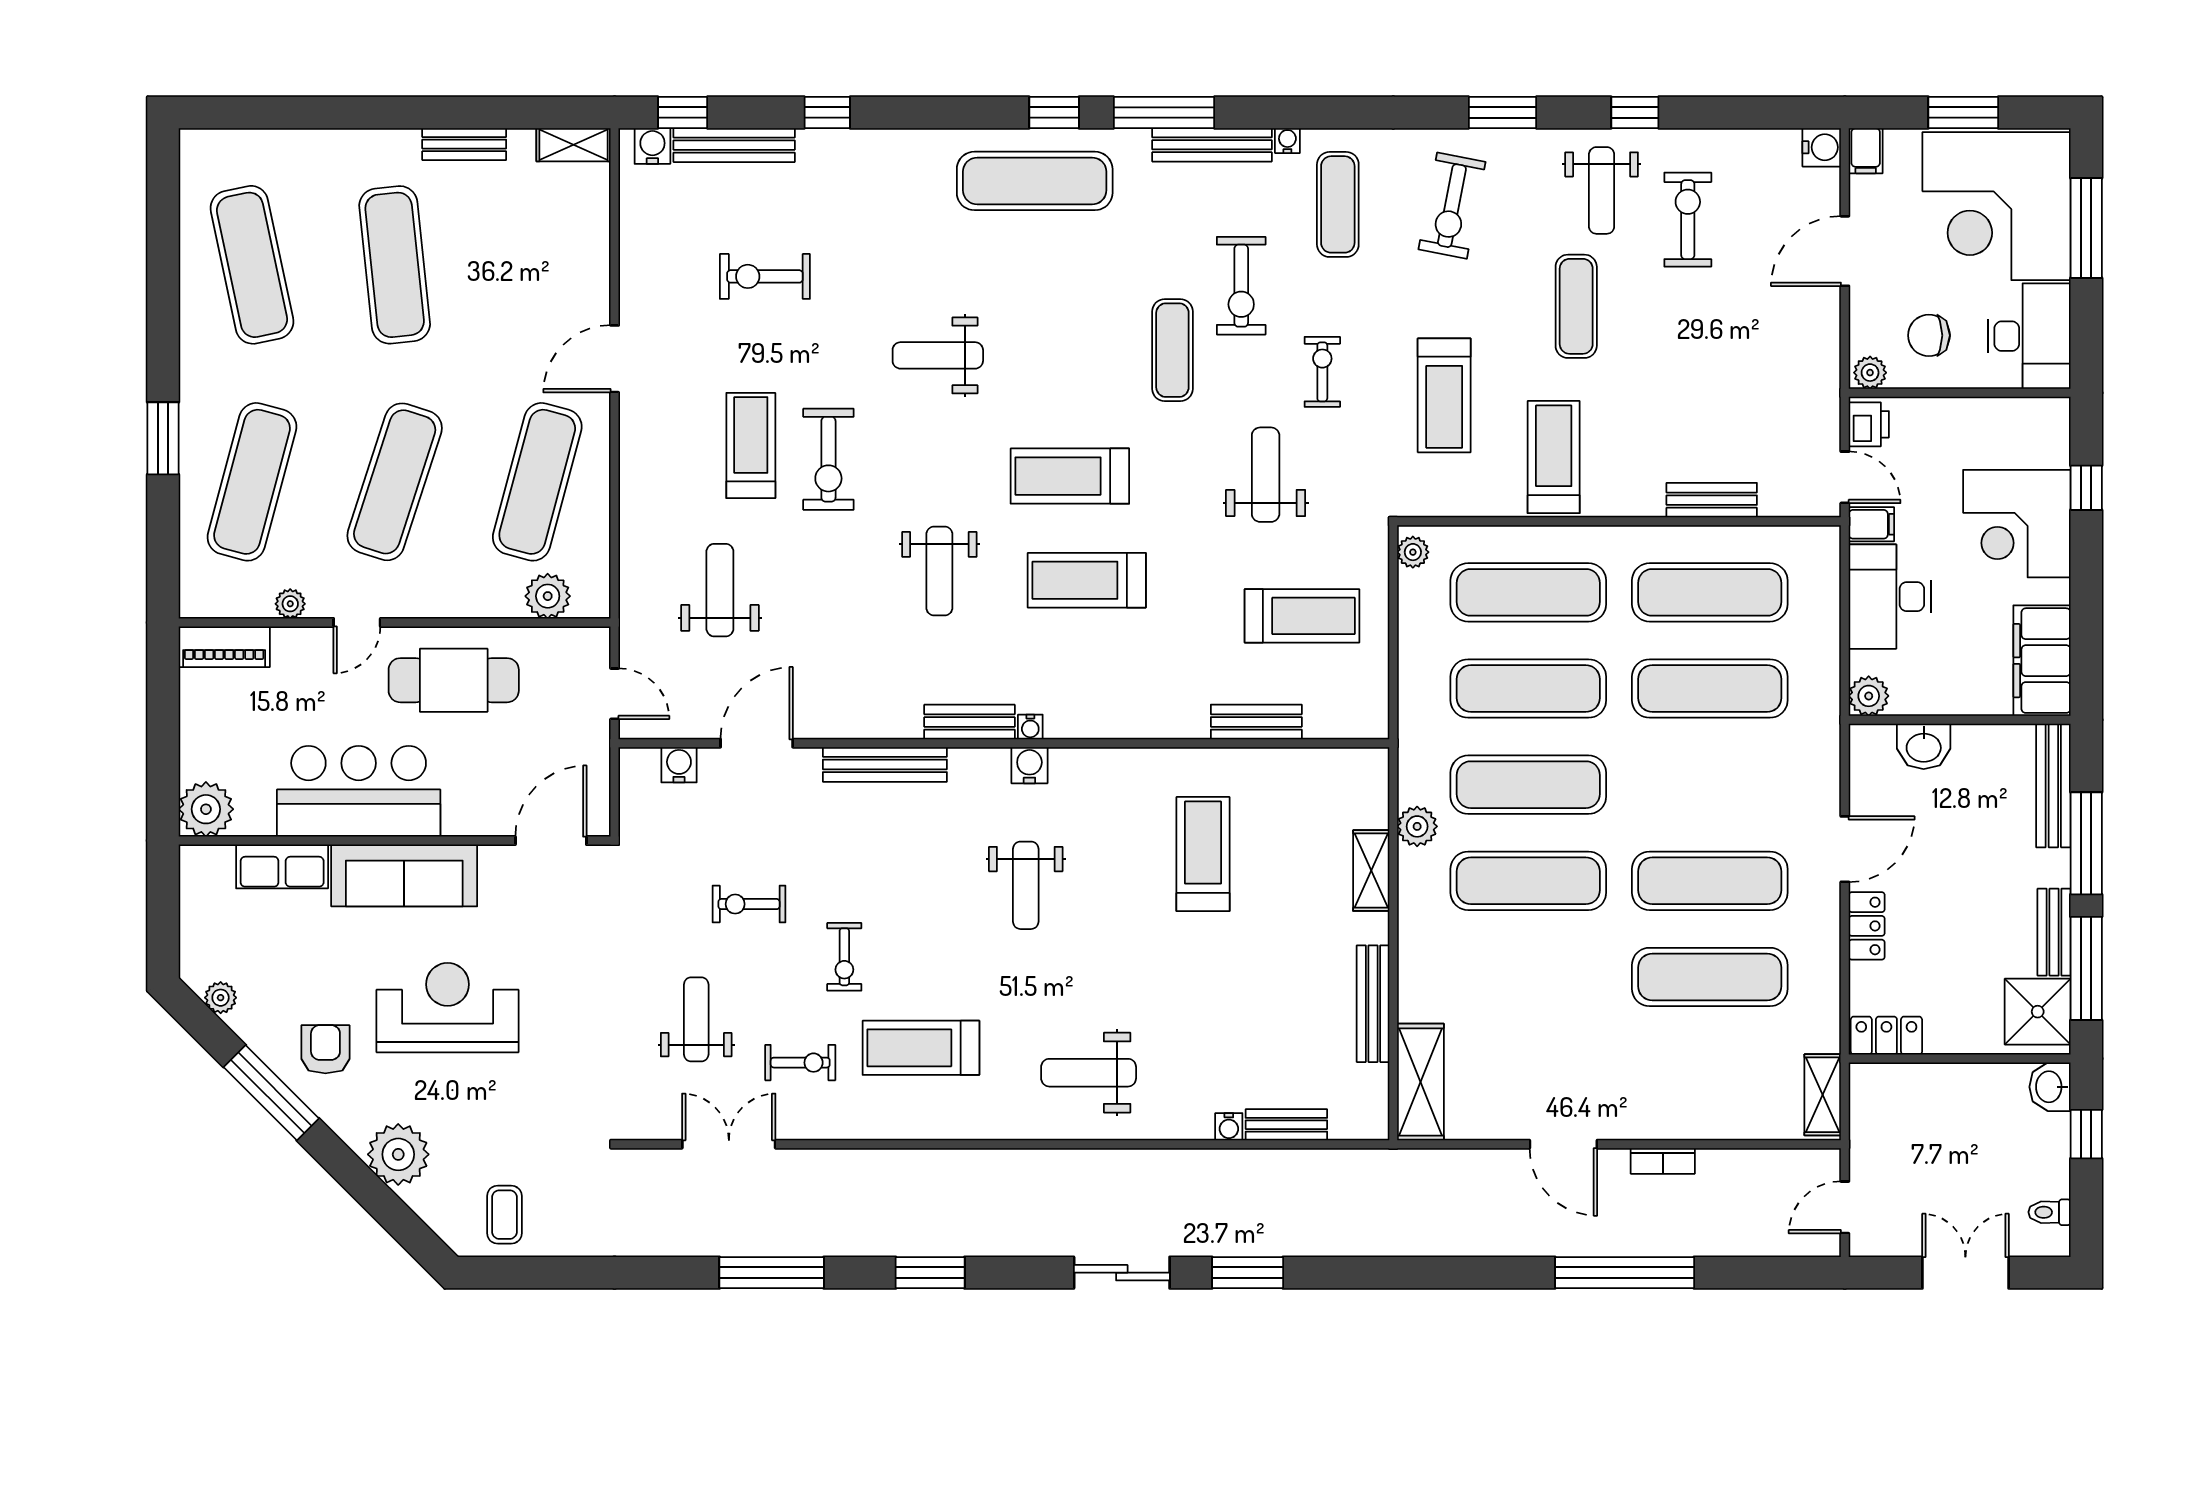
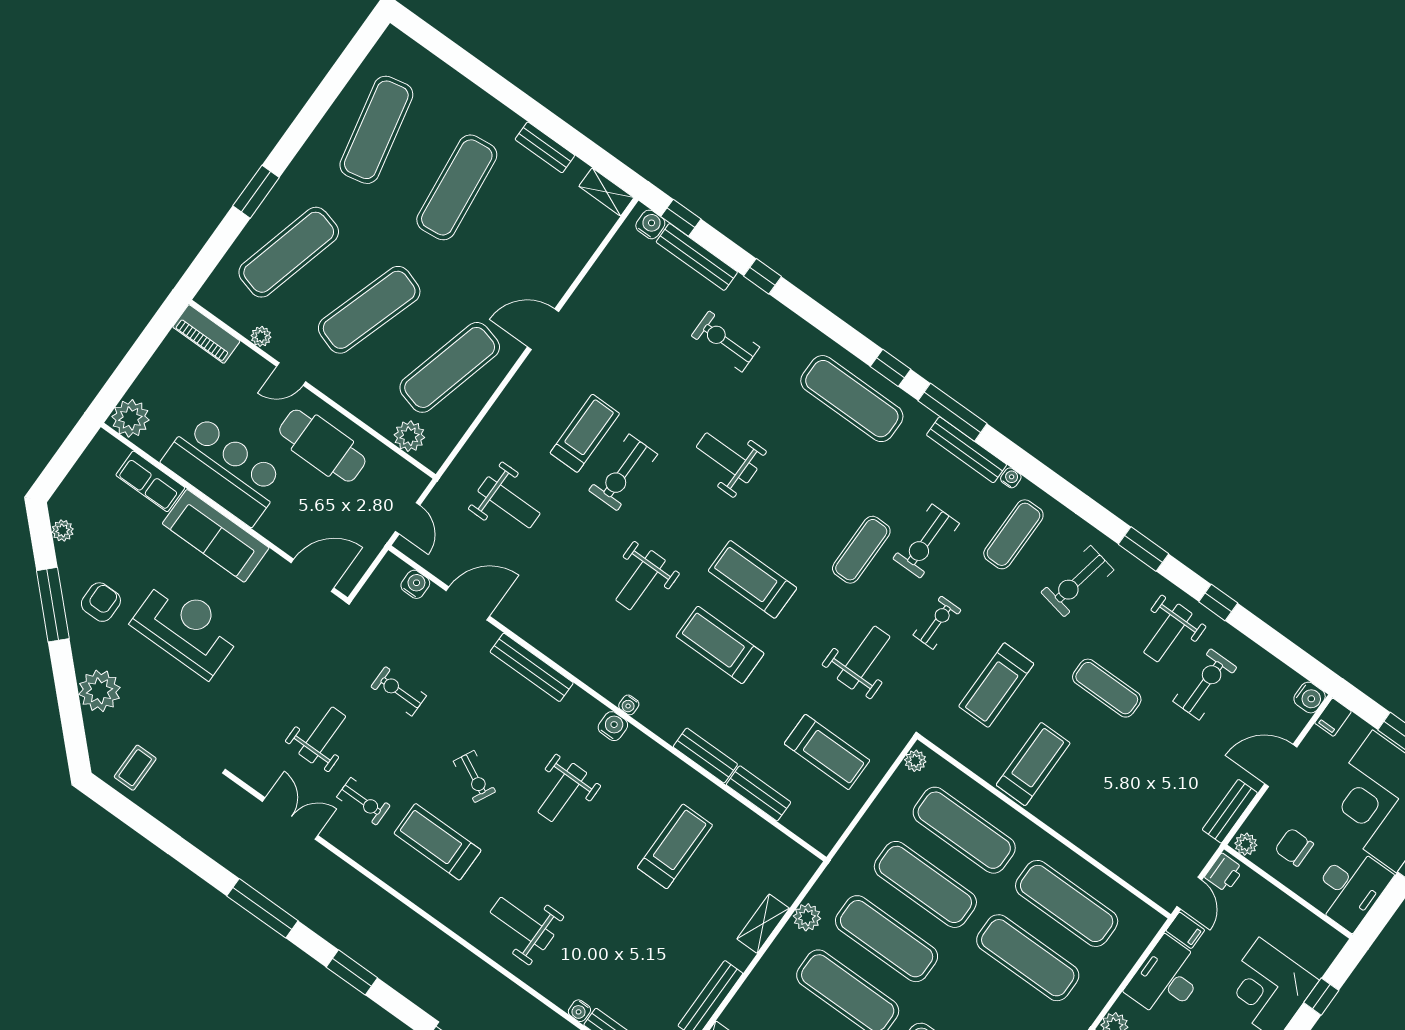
exercise bike: (765, 276) -> (725, 341), moved
exercise mat: (1576, 306) -> (1107, 688), turned 90
bench: (1712, 500) -> (1230, 811), moved, turned 90
weight bench: (720, 590) -> (509, 502), turned 90
bench: (969, 722) -> (705, 755), moved
exercise bike: (844, 957) -> (474, 777), moved, turned -63

